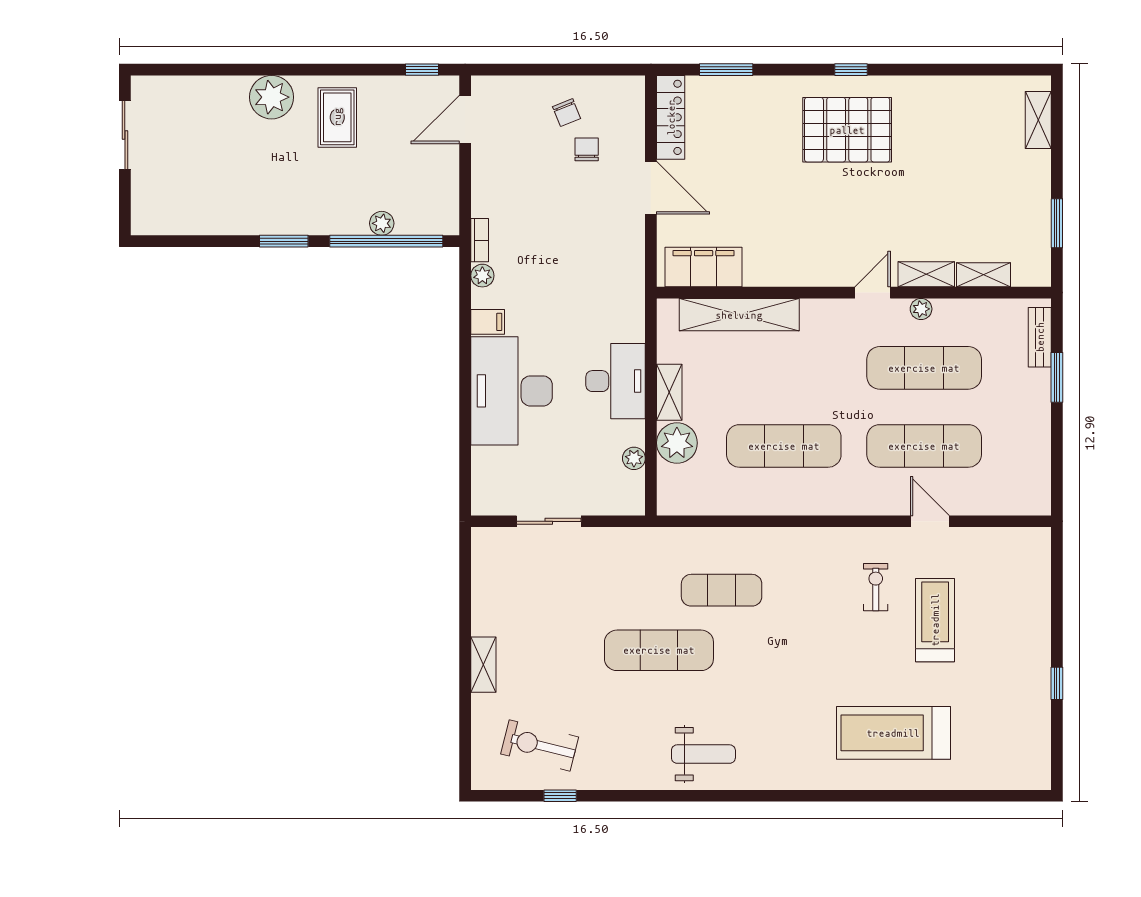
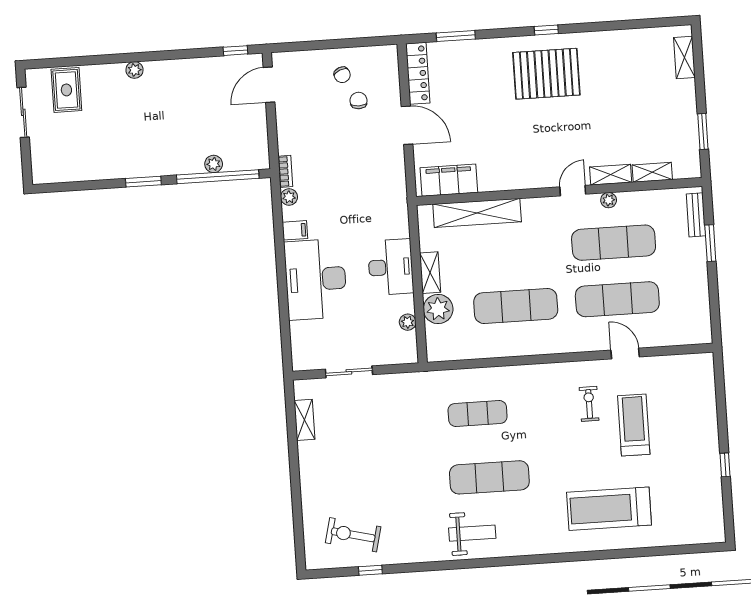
plant: (272, 97) -> (135, 70), width x0.53, depth x0.53
rug: (337, 117) -> (66, 90), moved
exercise mat: (659, 650) -> (489, 477), moved
shelving: (483, 665) -> (305, 420), moved

